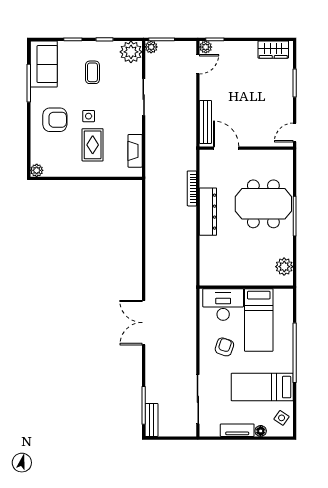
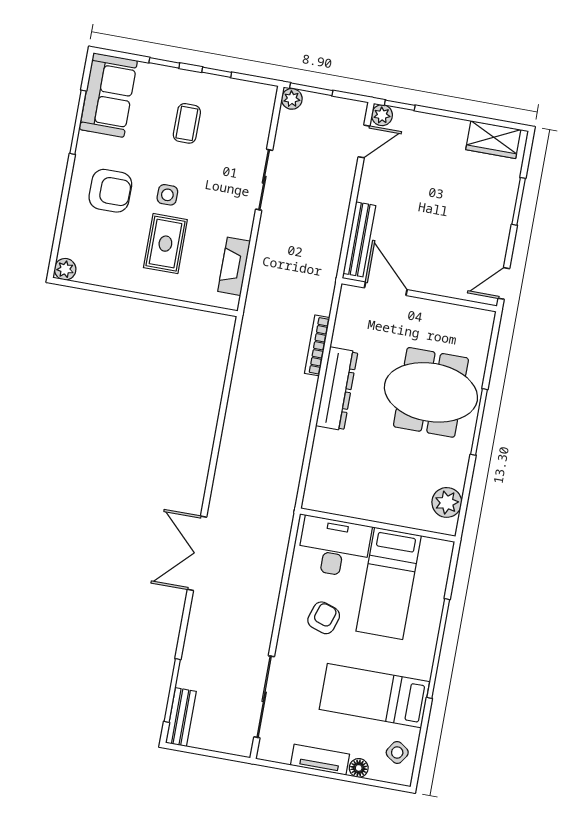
plant: (131, 52) -> (257, 101), removed

